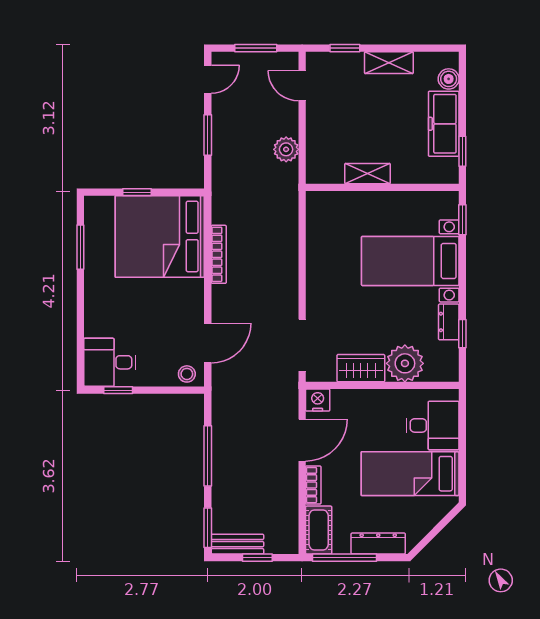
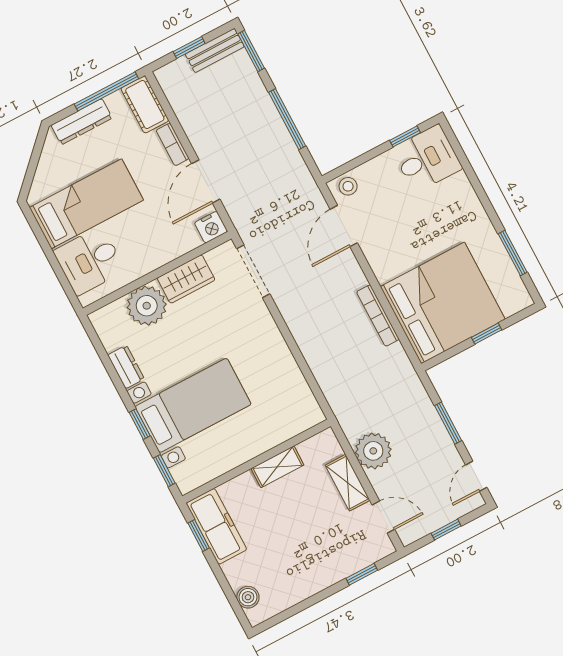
window: (256, 48) -> (446, 530), width x0.67
shelving: (389, 63) -> (348, 483), moved, turned 90
freezer: (444, 124) -> (216, 526), moved
plant: (286, 149) -> (373, 451), width x1.36, depth x1.36
window: (462, 334) -> (140, 424), moved

